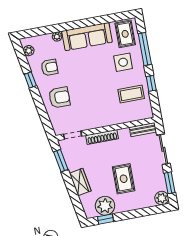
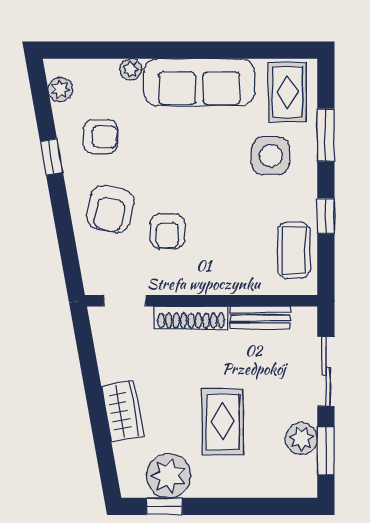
window: (145, 49) -> (326, 135), width x0.69
coffee table: (131, 94) -> (294, 250), moved, turned 90
armchair: (59, 97) -> (110, 209), turned 102
armchair: (85, 102) -> (167, 231), added
bench: (143, 130) -> (260, 318), moved
window: (61, 161) -> (87, 354), removed
plant: (162, 198) -> (301, 439), moved

